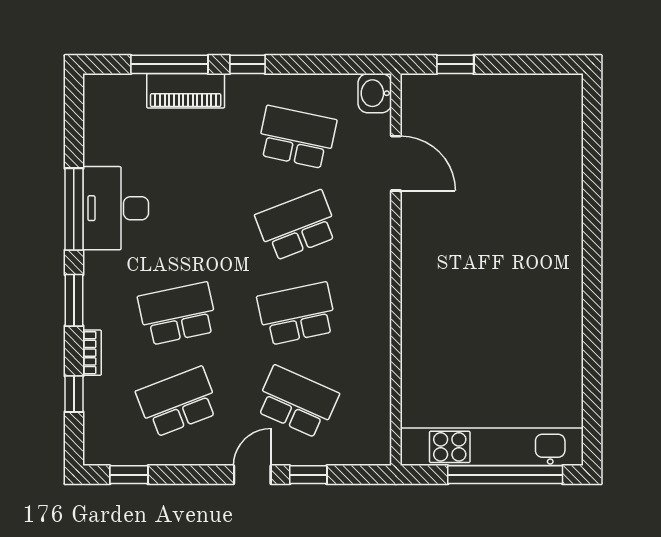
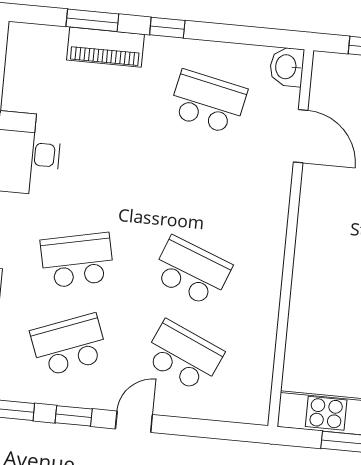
window: (169, 64) -> (92, 20), width x0.69
school desk: (297, 225) -> (200, 187), removed
school desk: (297, 314) -> (192, 271), turned 33
window: (308, 475) -> (74, 416), moved

